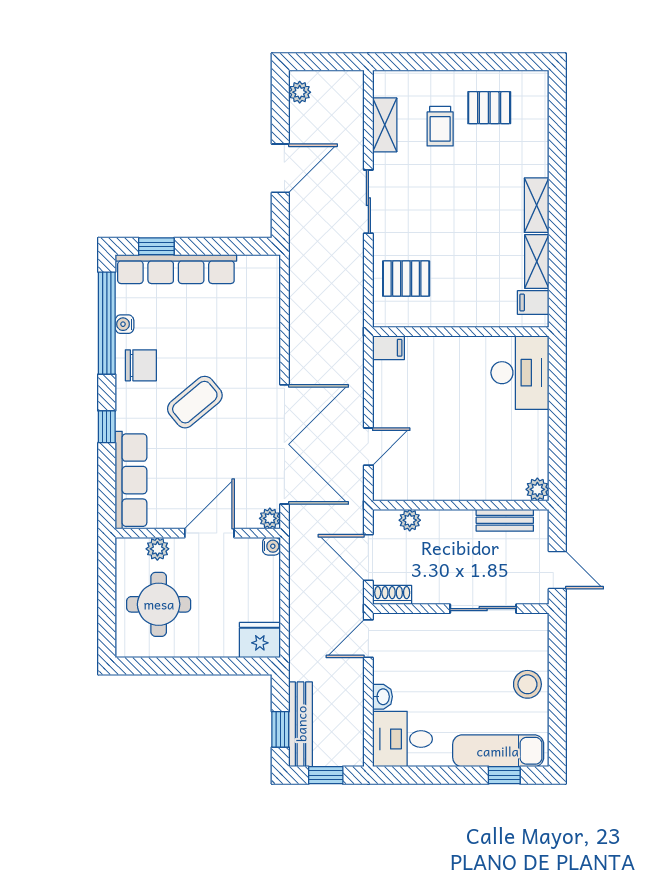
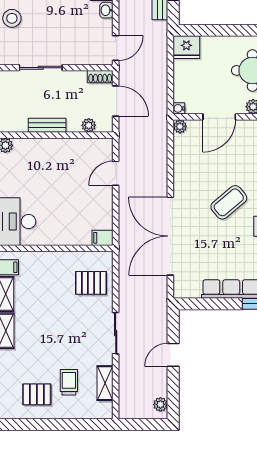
door: (280, 168) -> (173, 355), width x0.73
double door: (284, 444) -> (170, 236), moved
bench: (505, 520) -> (47, 125), moved

